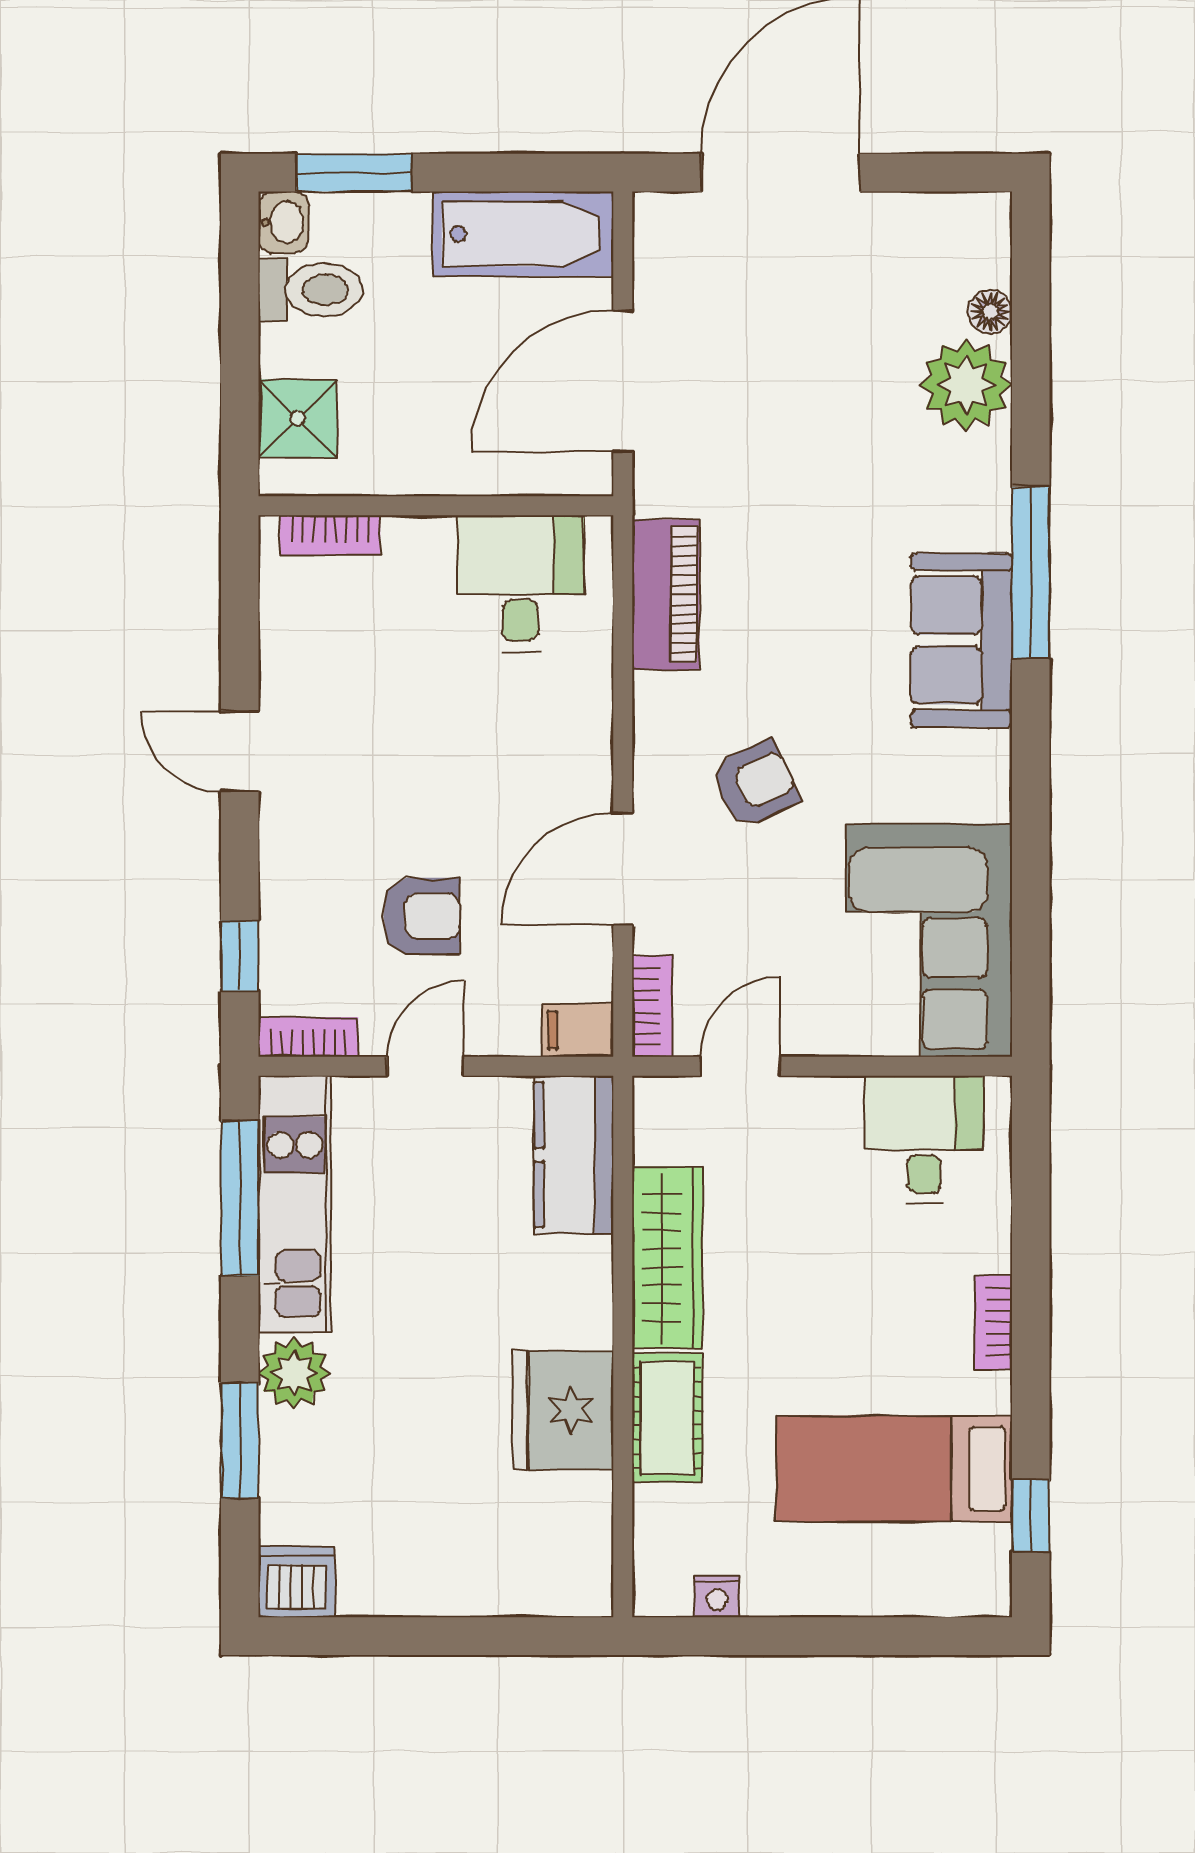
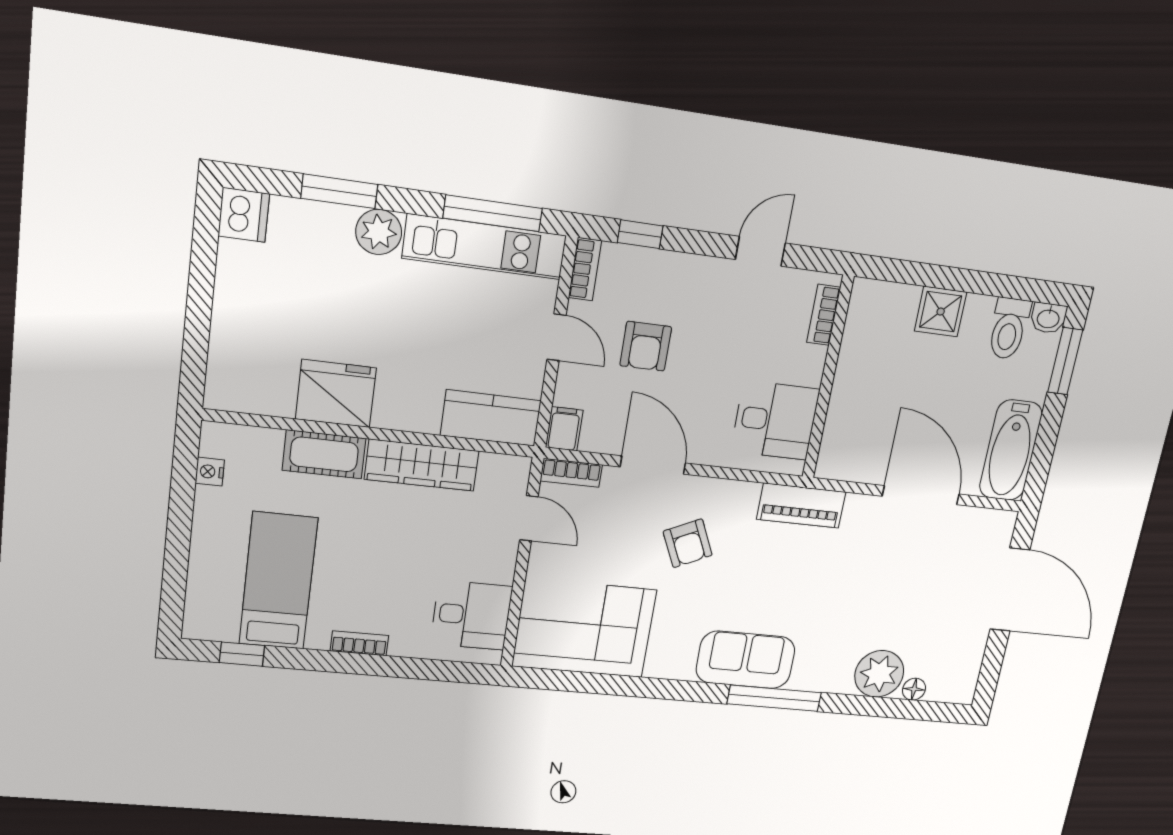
wall: (436, 506) -> (828, 378), moved
bookcase: (330, 535) -> (824, 315), moved
desk: (520, 584) -> (775, 420), moved

